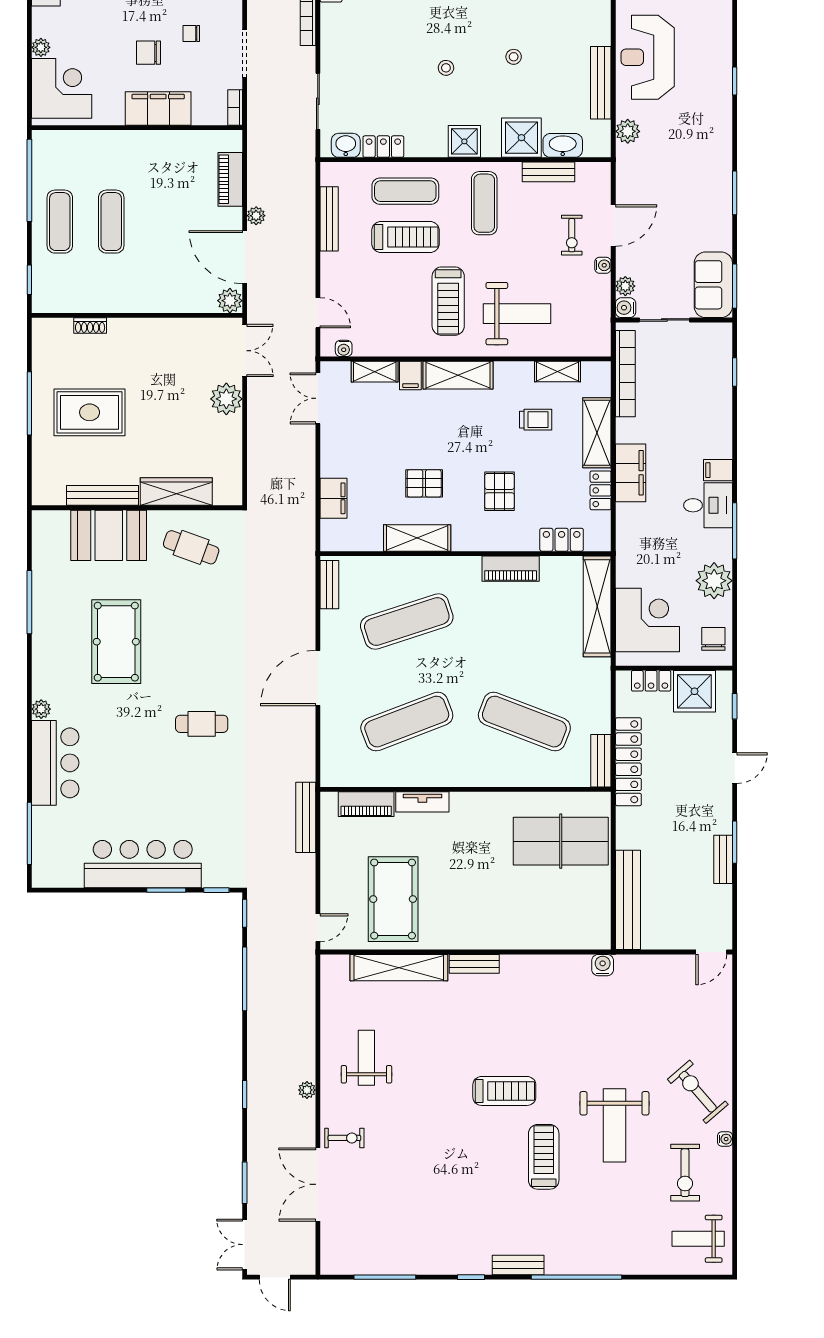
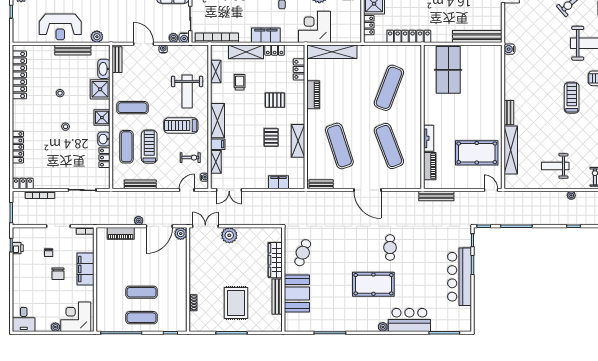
washbasin: (346, 145) -> (104, 139), moved
bench: (548, 172) -> (117, 60), moved
exercise bike: (572, 235) -> (190, 158), moved
treadmill: (448, 301) -> (181, 126), turned 180
weight bench: (517, 314) -> (187, 91), turned 180
corner desk: (647, 620) -> (315, 27), moved
pool table: (116, 642) -> (373, 284), moved
bench: (601, 761) -> (408, 50), removed

